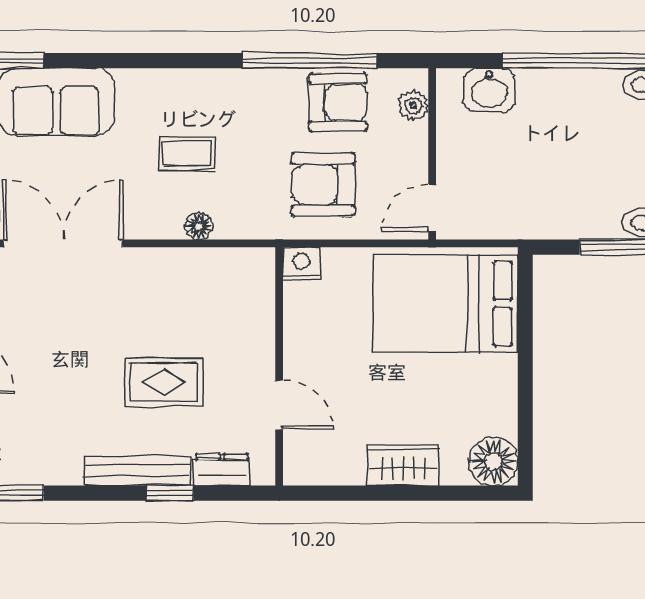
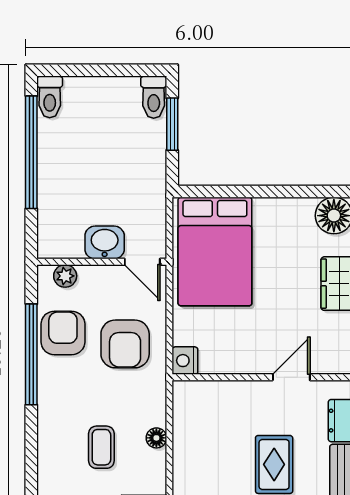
washbasin: (489, 90) -> (105, 242), moved, turned -90

